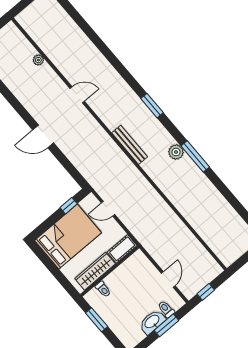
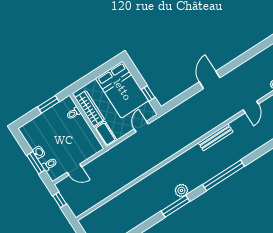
door: (77, 95) -> (251, 107), moved
window: (152, 106) -> (223, 175), width x2.11
bench: (130, 145) -> (216, 137), moved
washbasin: (152, 322) -> (39, 152), width x0.52, depth x0.69

